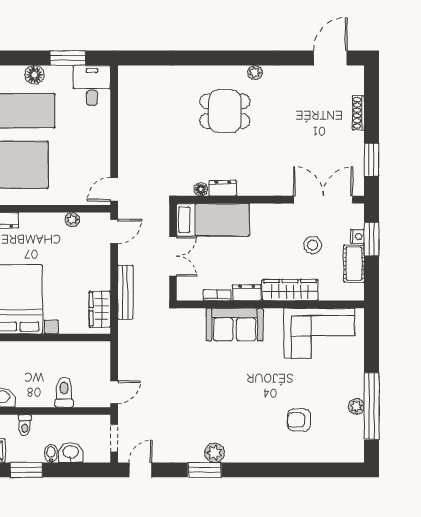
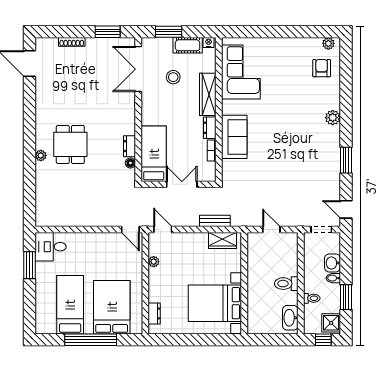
plant: (255, 73) -> (41, 156), moved
floor lamp: (34, 75) -> (42, 291), removed
nightstand: (358, 236) -> (209, 43), moved
bench: (125, 292) -> (215, 221), width x0.73
toilet: (64, 392) -> (286, 284), moved
door: (114, 392) -> (271, 230), moved
plant: (356, 406) -> (328, 43), moved
window: (372, 406) -> (297, 32), removed
armchair: (299, 420) -> (322, 68), moved, turned 180
plant: (215, 453) -> (333, 118), moved

